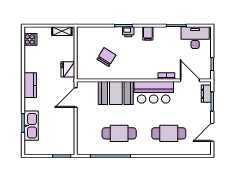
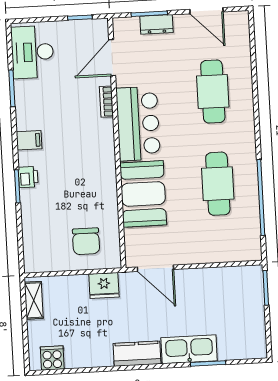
chair: (106, 57) -> (86, 241), moved, turned -122
dresser: (206, 94) -> (157, 24), moved
kitchen sink: (31, 126) -> (189, 349), moved

